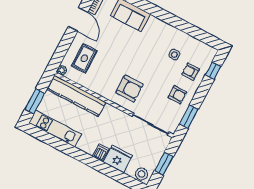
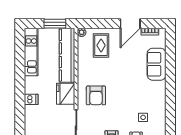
rug: (84, 58) -> (101, 45), turned 90
window: (35, 101) -> (55, 24), moved
fridge: (118, 159) -> (66, 94), moved, turned 180

